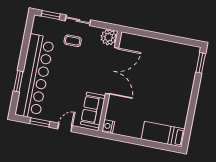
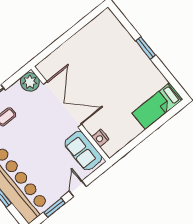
window: (201, 63) -> (146, 48), moved
nightstand: (108, 126) -> (100, 138), moved

